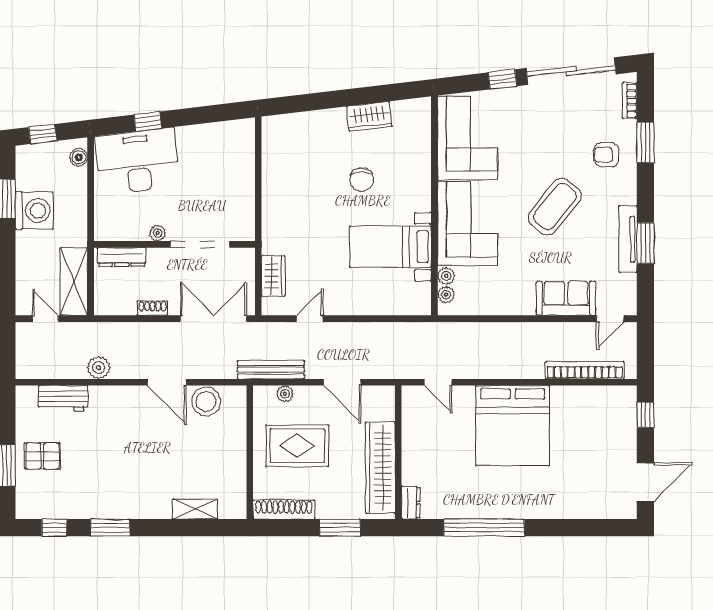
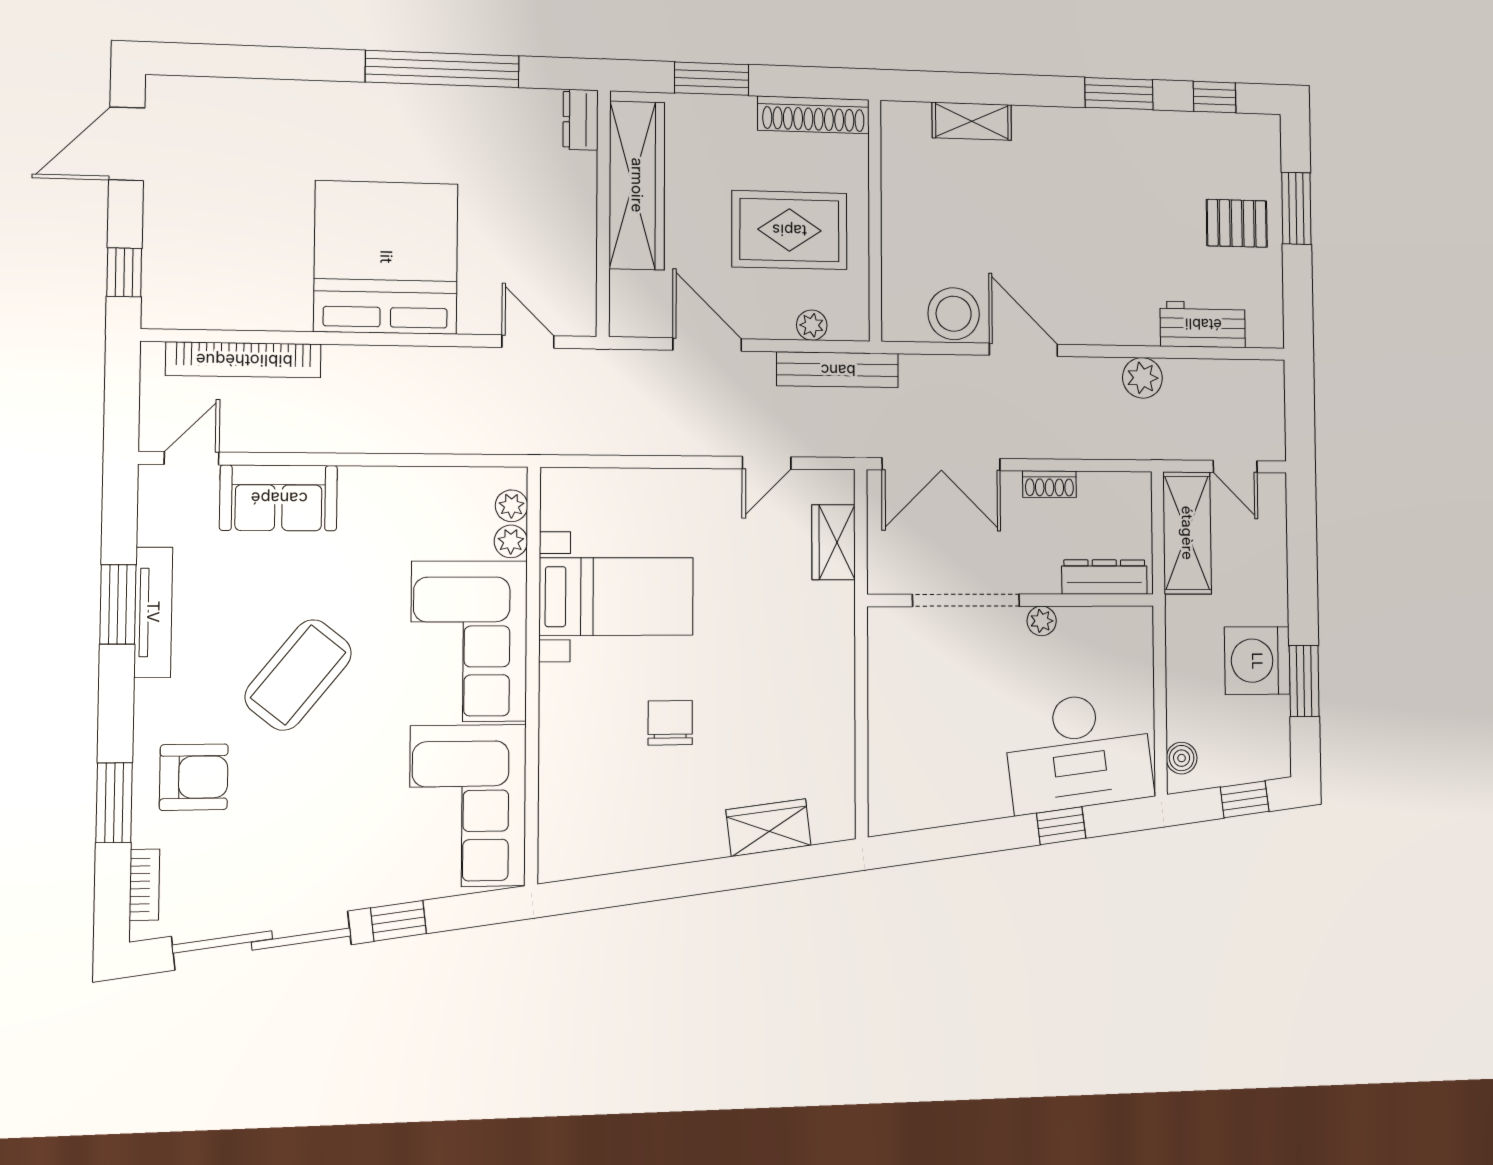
wardrobe: (369, 116) -> (768, 828), moved
armchair: (606, 155) -> (194, 777), width x1.38, depth x1.38

